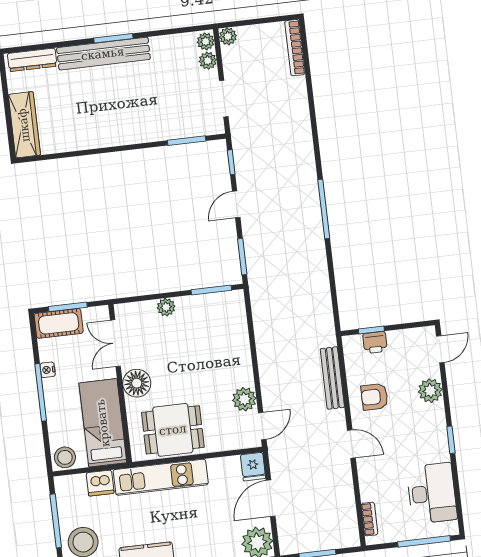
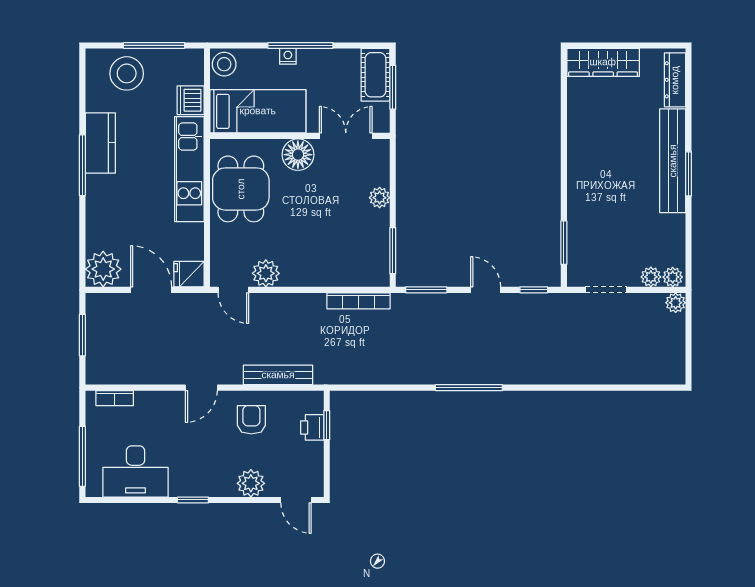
bookcase: (295, 48) -> (359, 301), moved, turned 180
nightstand: (48, 370) -> (288, 56), moved

